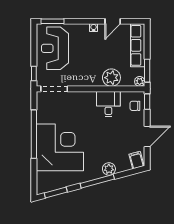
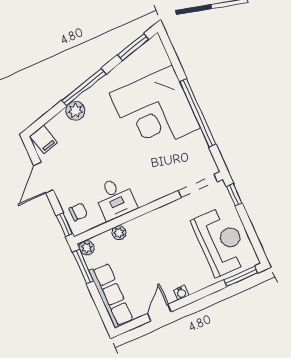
plant: (111, 78) -> (119, 233), width x0.53, depth x0.53

